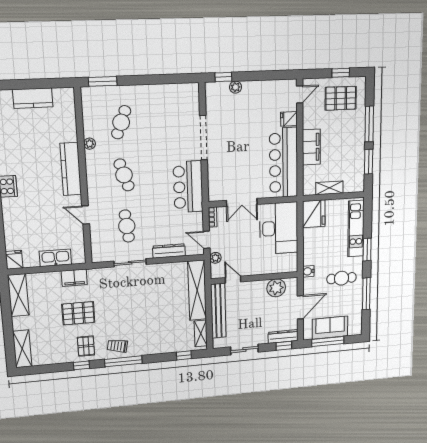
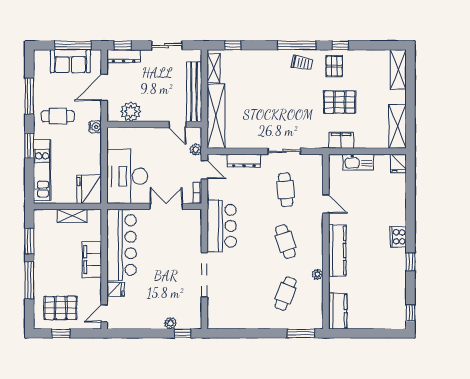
kitchen counter: (33, 98) -> (338, 311), moved, turned 90

